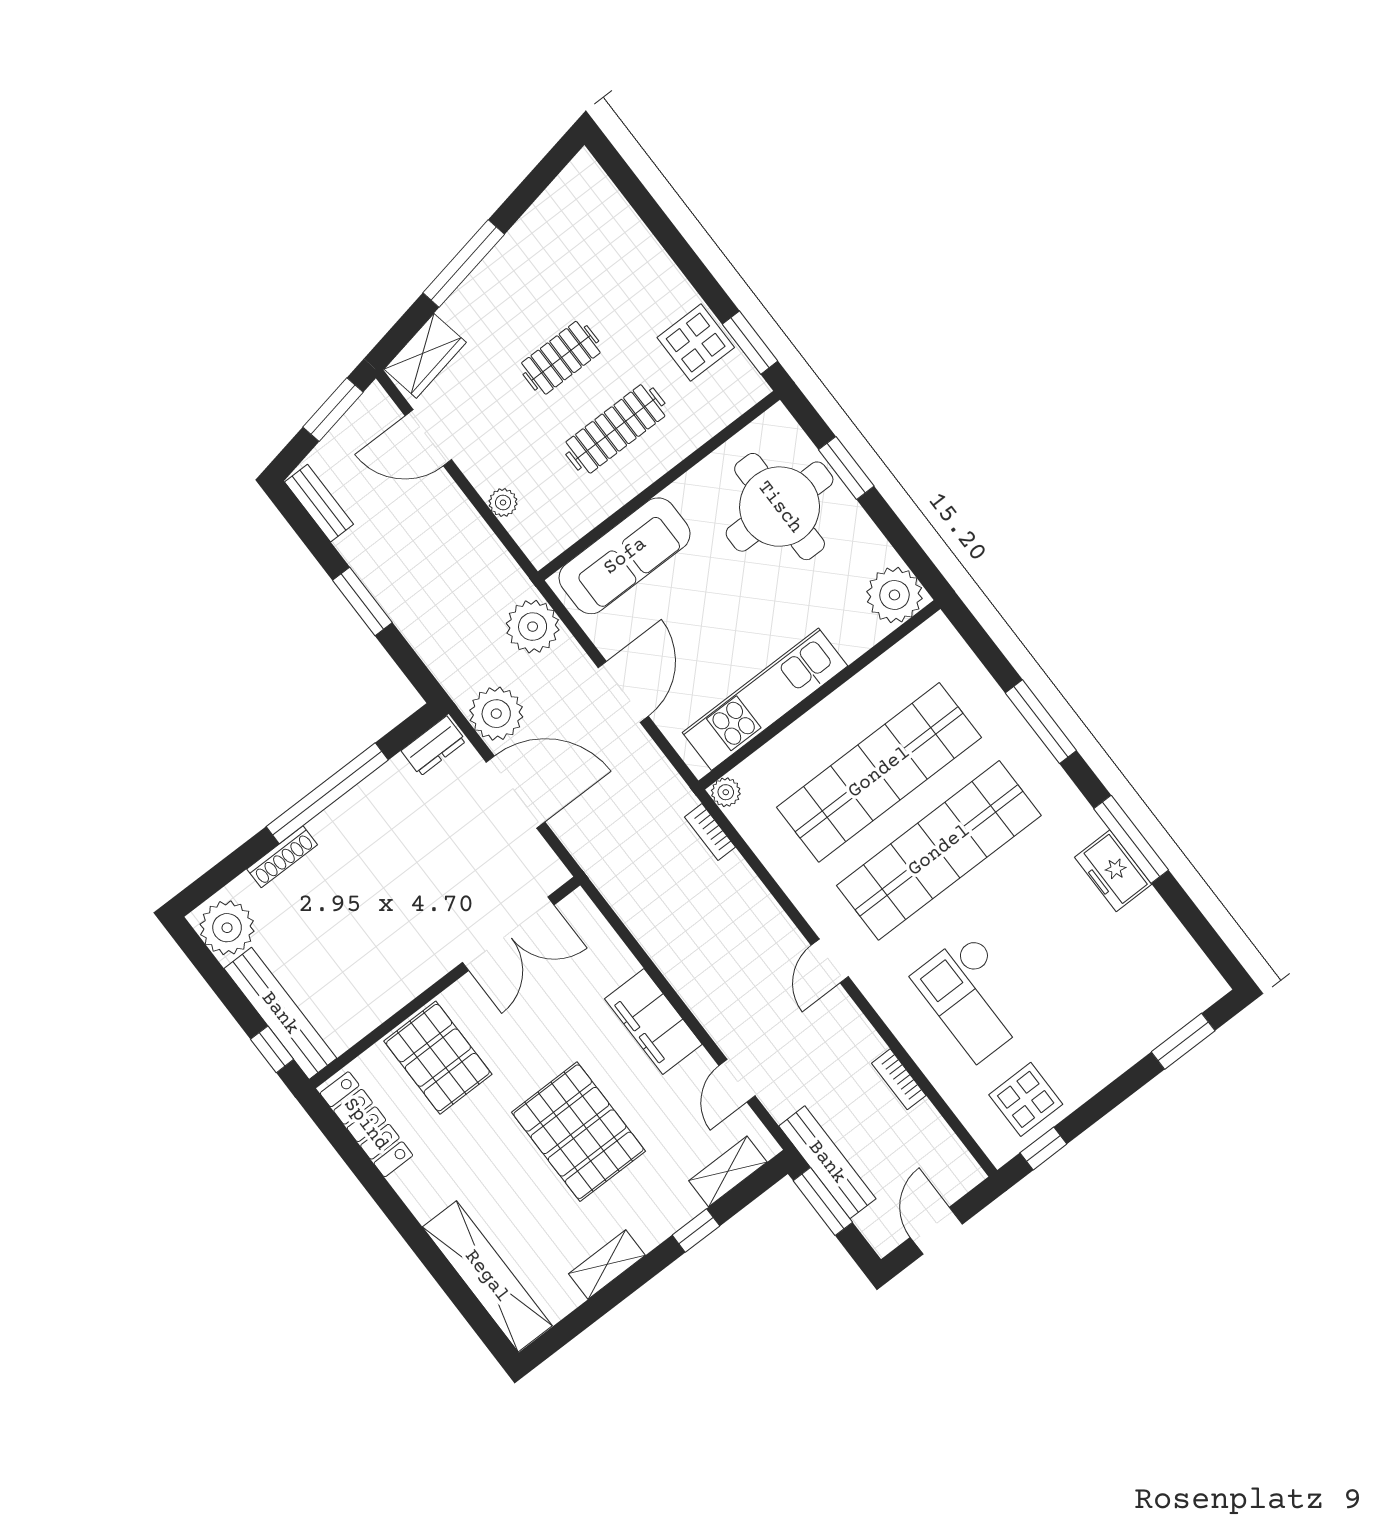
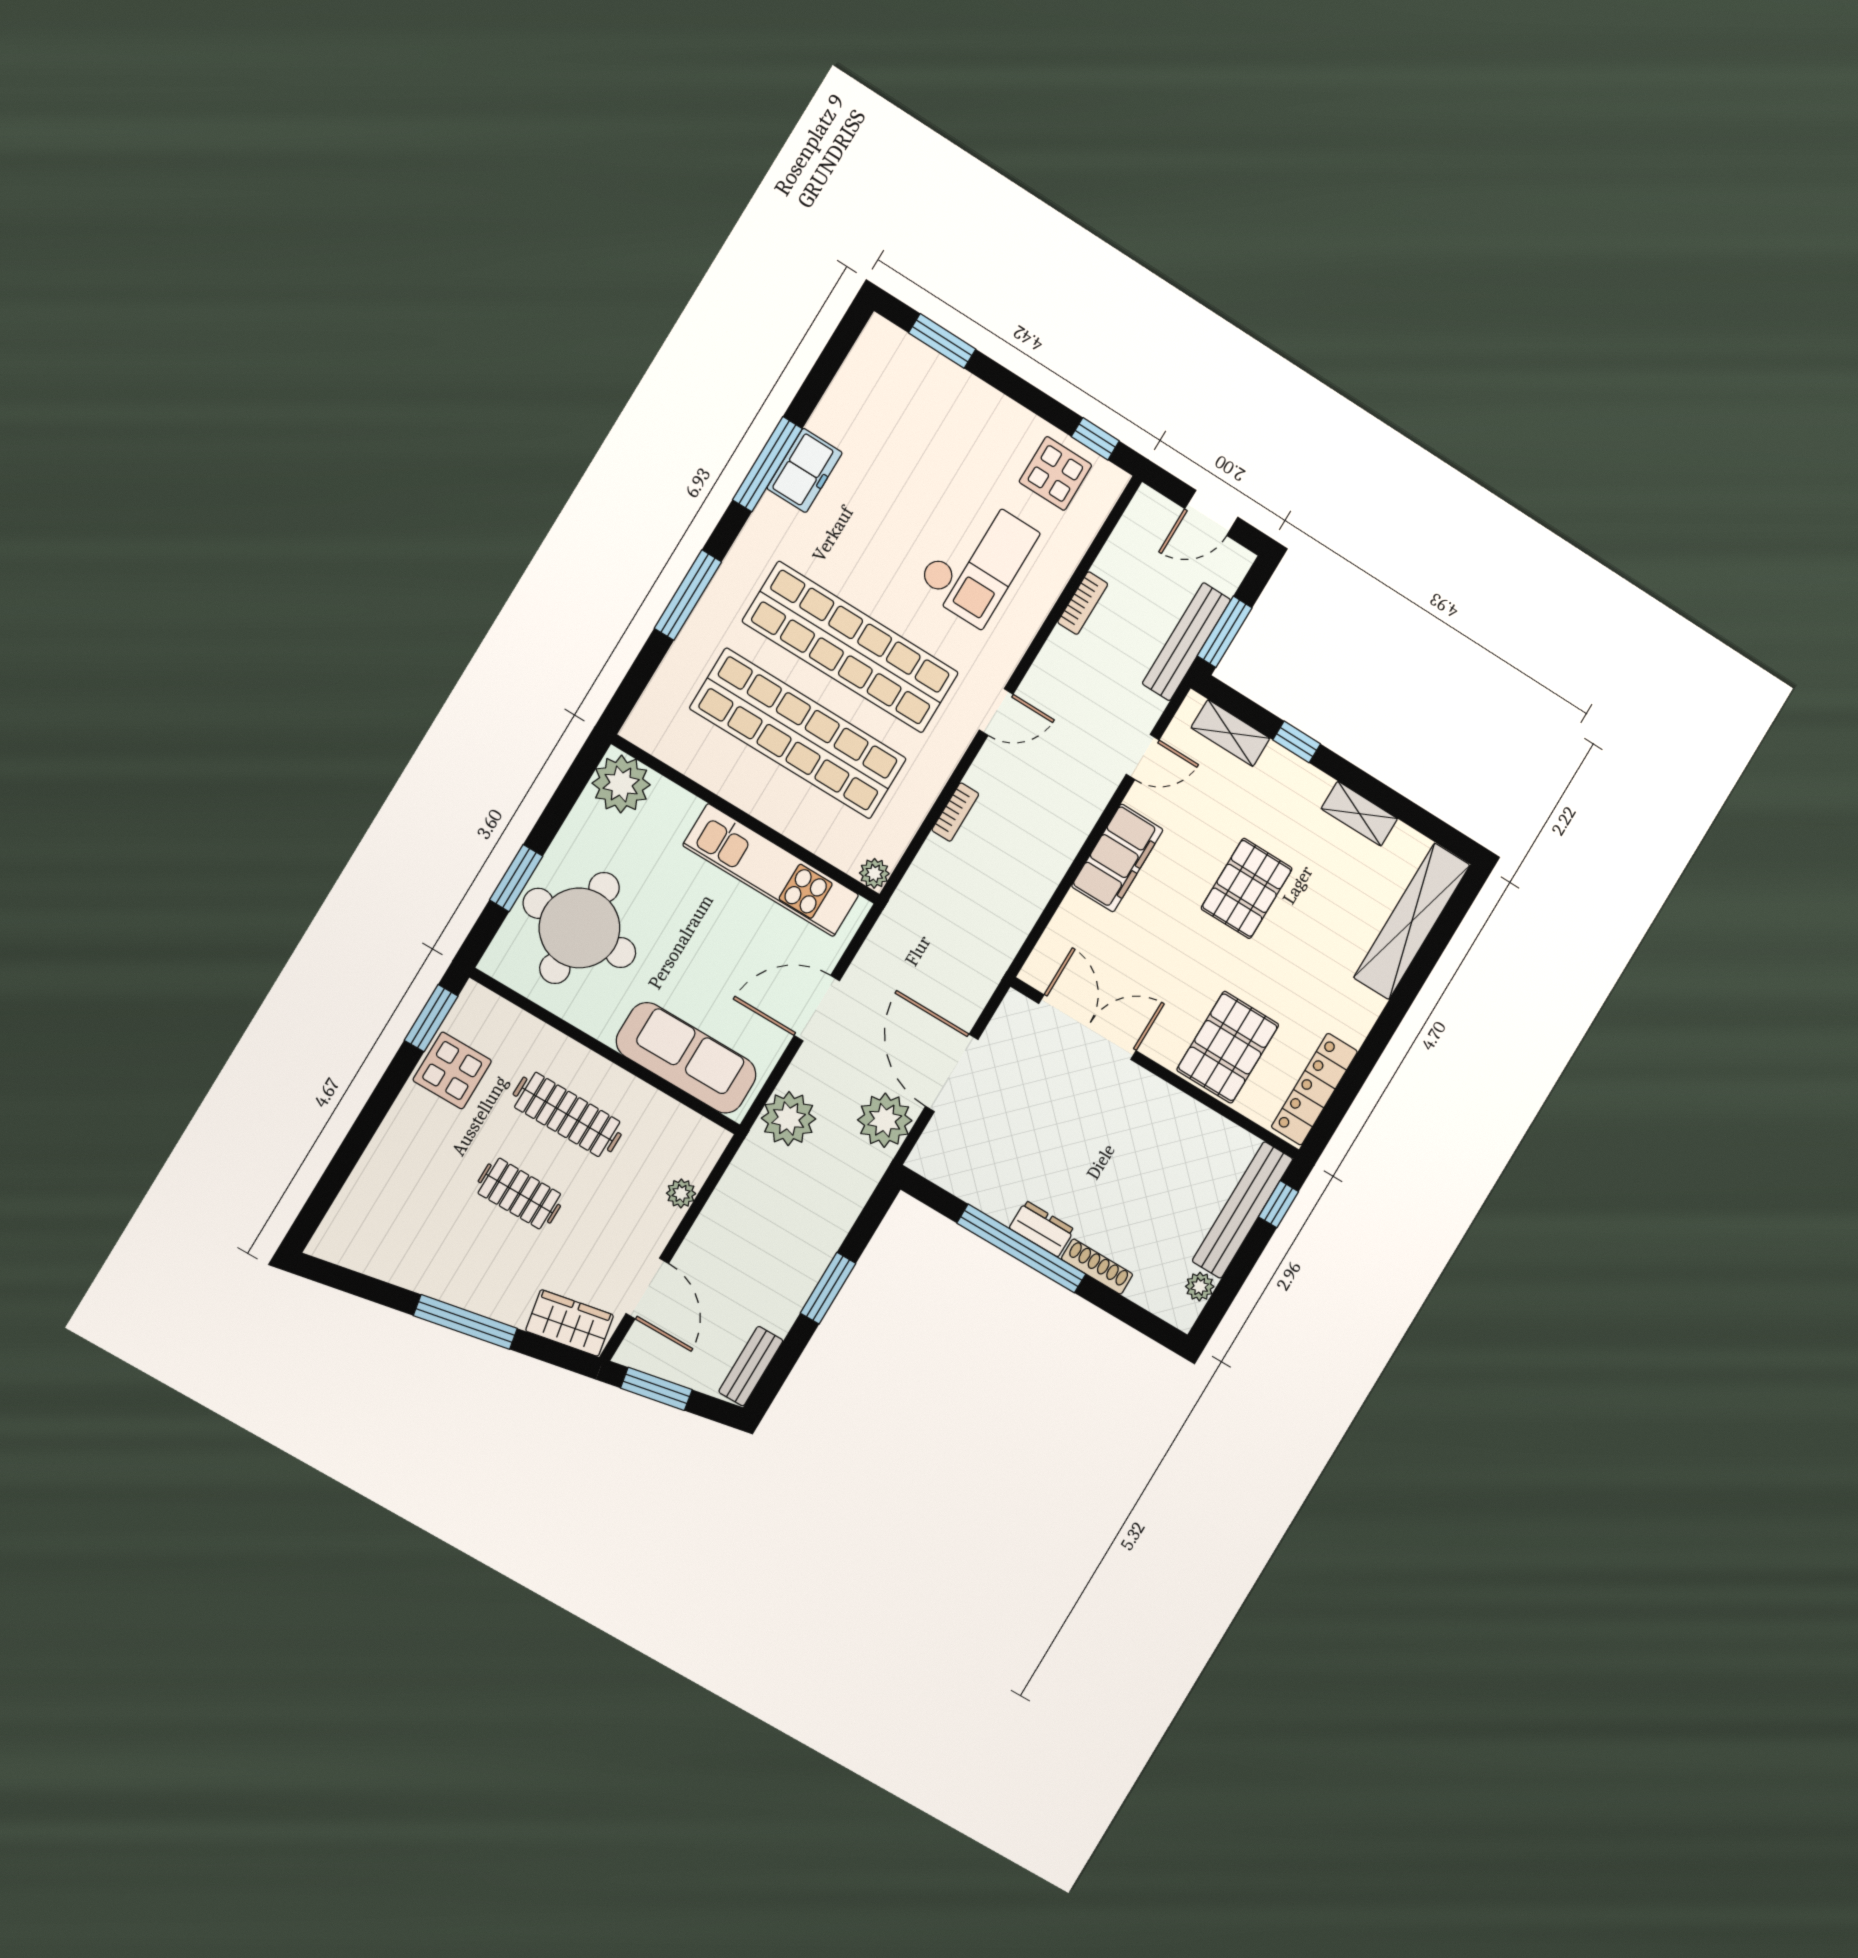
dresser: (434, 746) -> (1042, 1229), moved
bookcase: (710, 832) -> (955, 812), moved
plant: (227, 928) -> (1200, 1287), width x0.53, depth x0.53
pallet: (579, 1132) -> (1247, 888), width x0.73, depth x0.71

